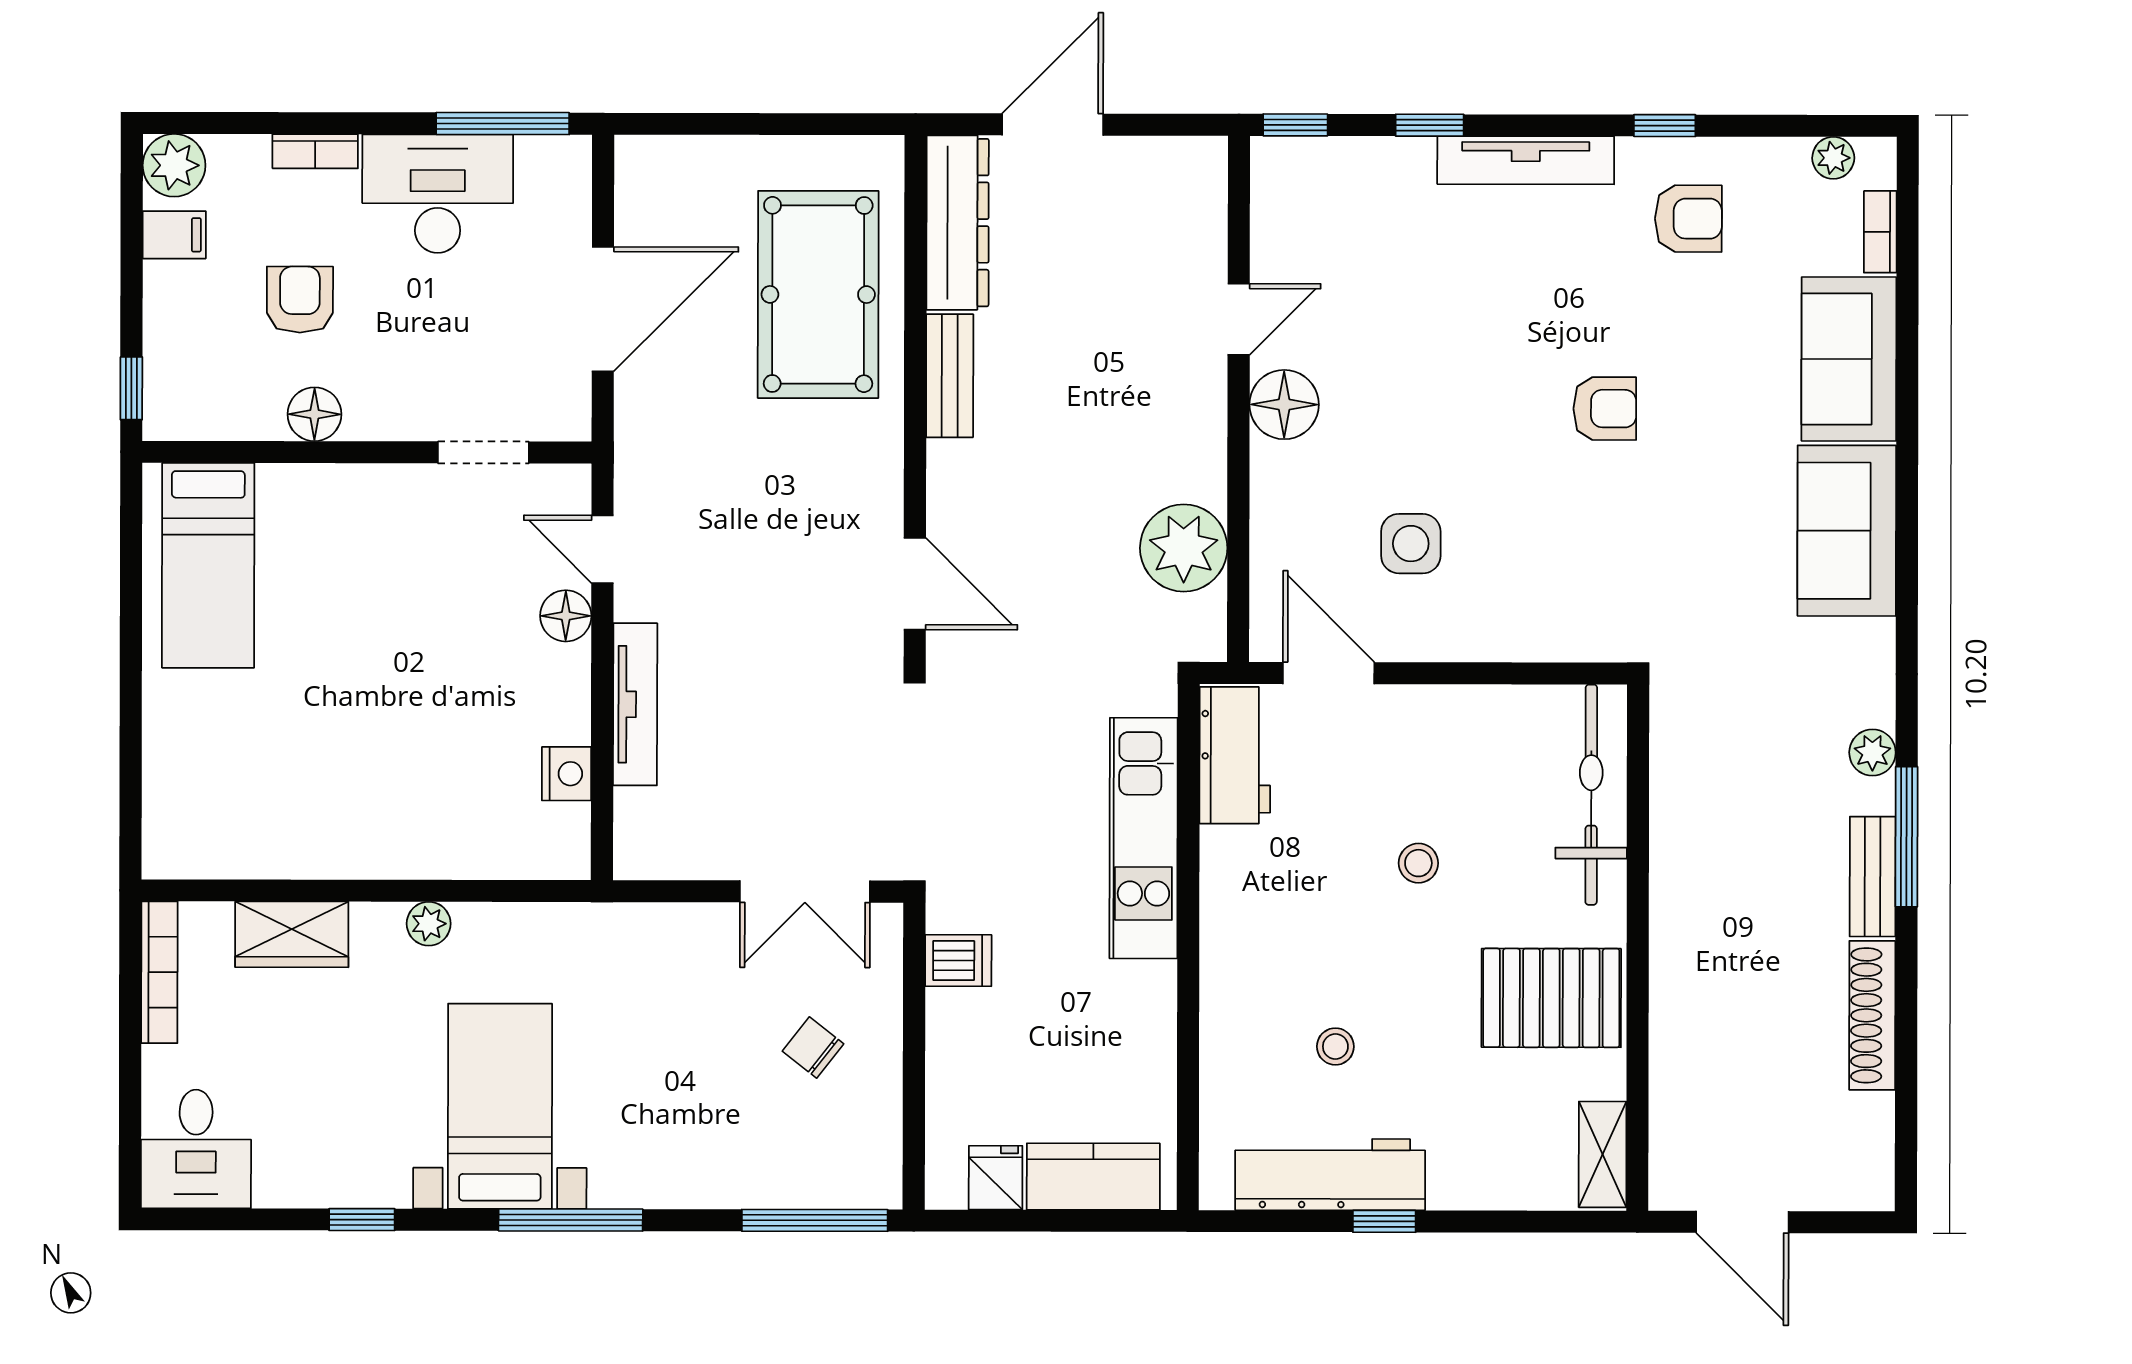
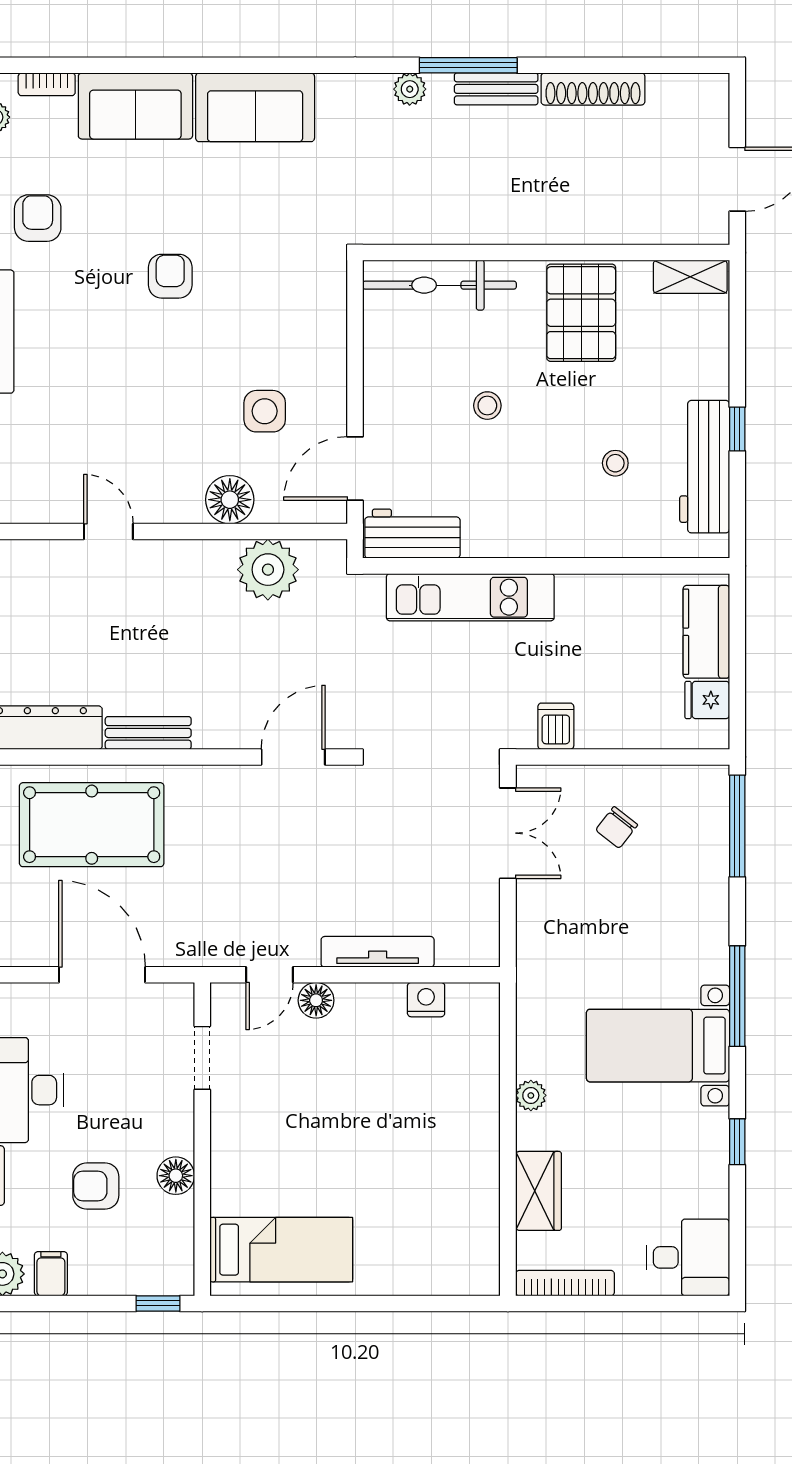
floor lamp: (1284, 405) -> (230, 500), moved

